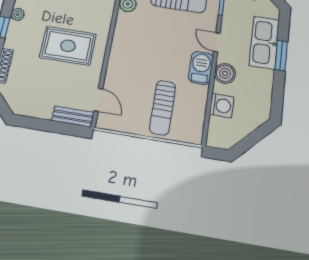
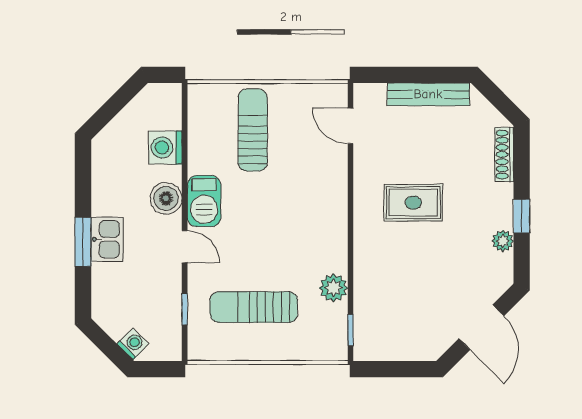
kitchen sink: (264, 43) -> (107, 239), width x0.53, depth x0.81
rug: (68, 46) -> (413, 203), width x0.73, depth x0.70
bench: (73, 116) -> (428, 94), moved, width x1.36

